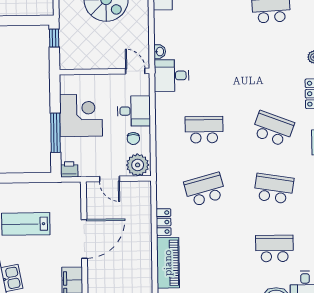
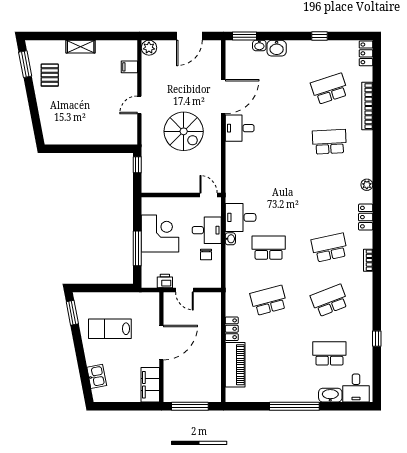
washbasin: (160, 52) -> (230, 239), moved
desk: (172, 76) -> (241, 217), moved
school desk: (273, 129) -> (329, 248), turned -33
plant: (138, 165) -> (209, 278), removed
printer: (69, 169) -> (165, 281), moved
school desk: (274, 189) -> (329, 301), turned -30

